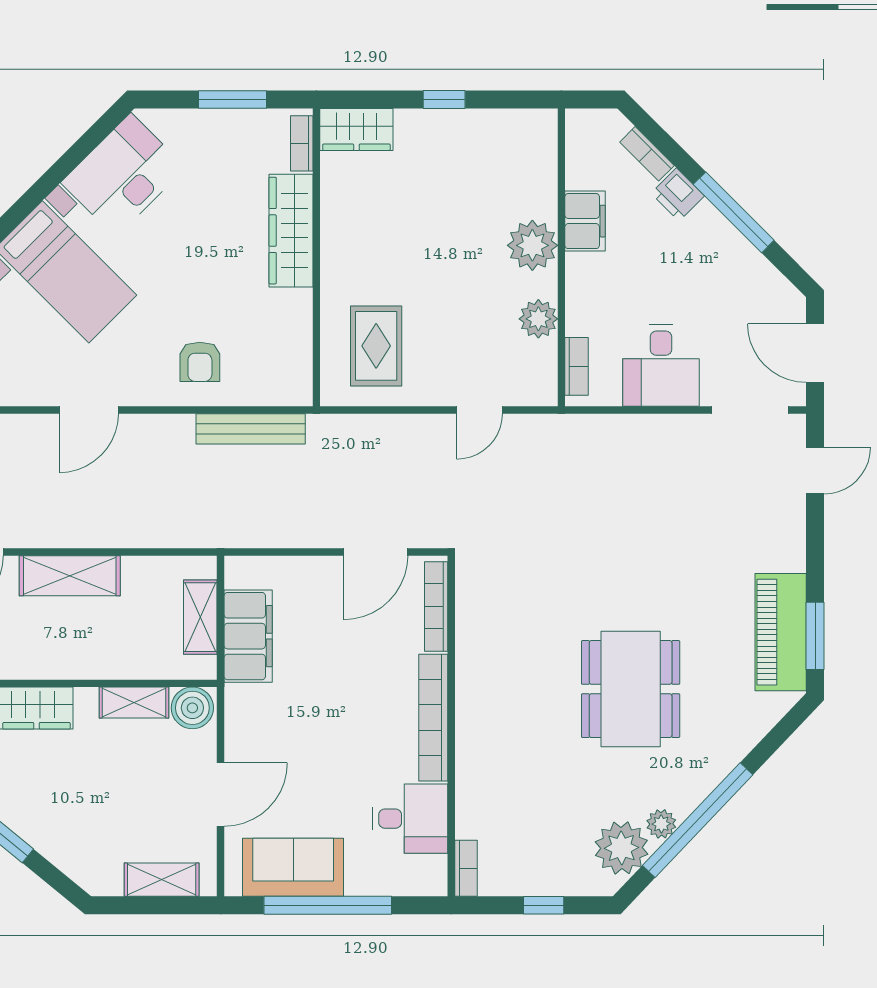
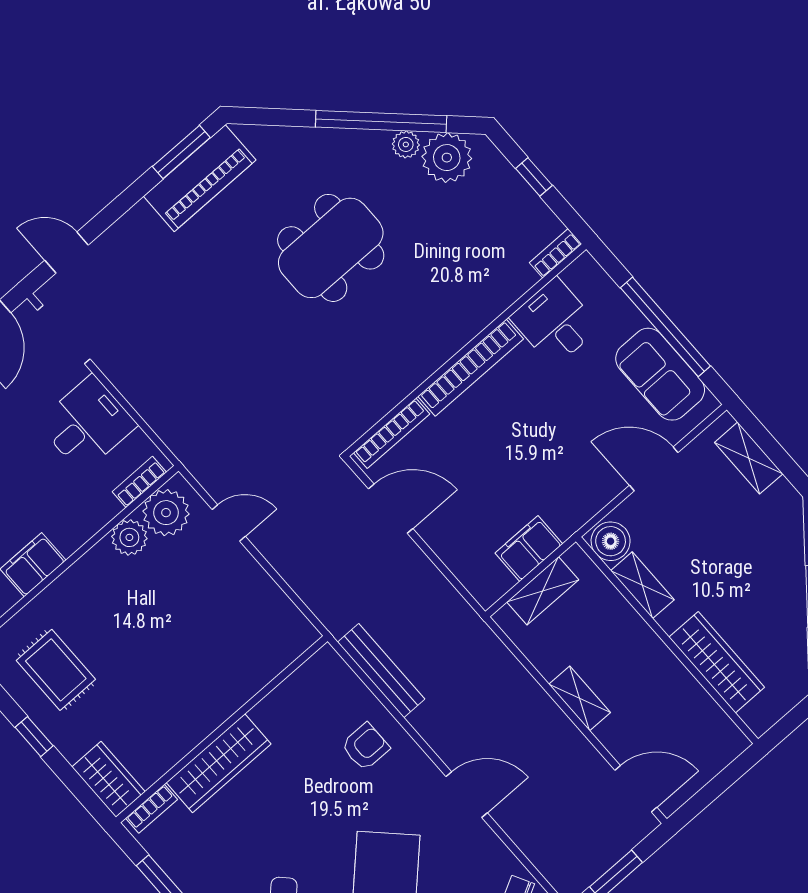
plant: (532, 245) -> (166, 513), moved
rug: (376, 346) -> (56, 670), moved, turned 90
shelving: (70, 576) -> (580, 698), width x0.67, depth x0.75
filing cabinet: (248, 636) -> (529, 549), width x0.67, depth x0.86

